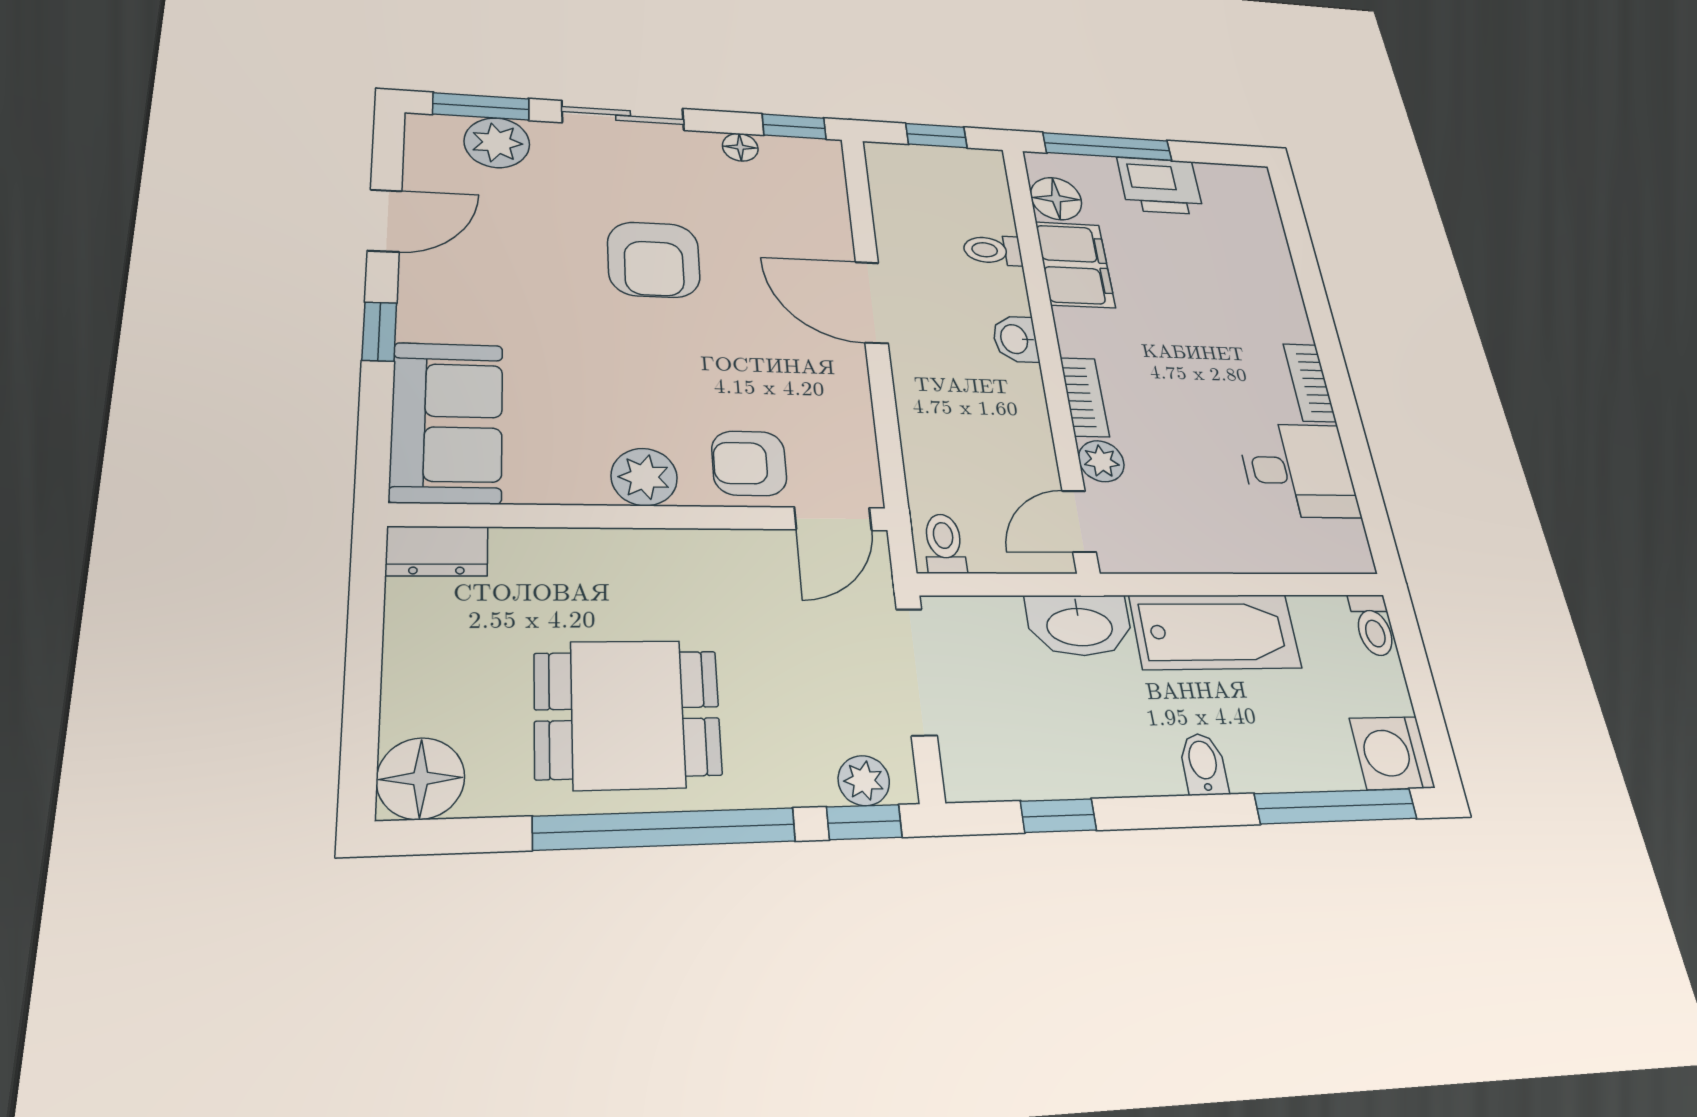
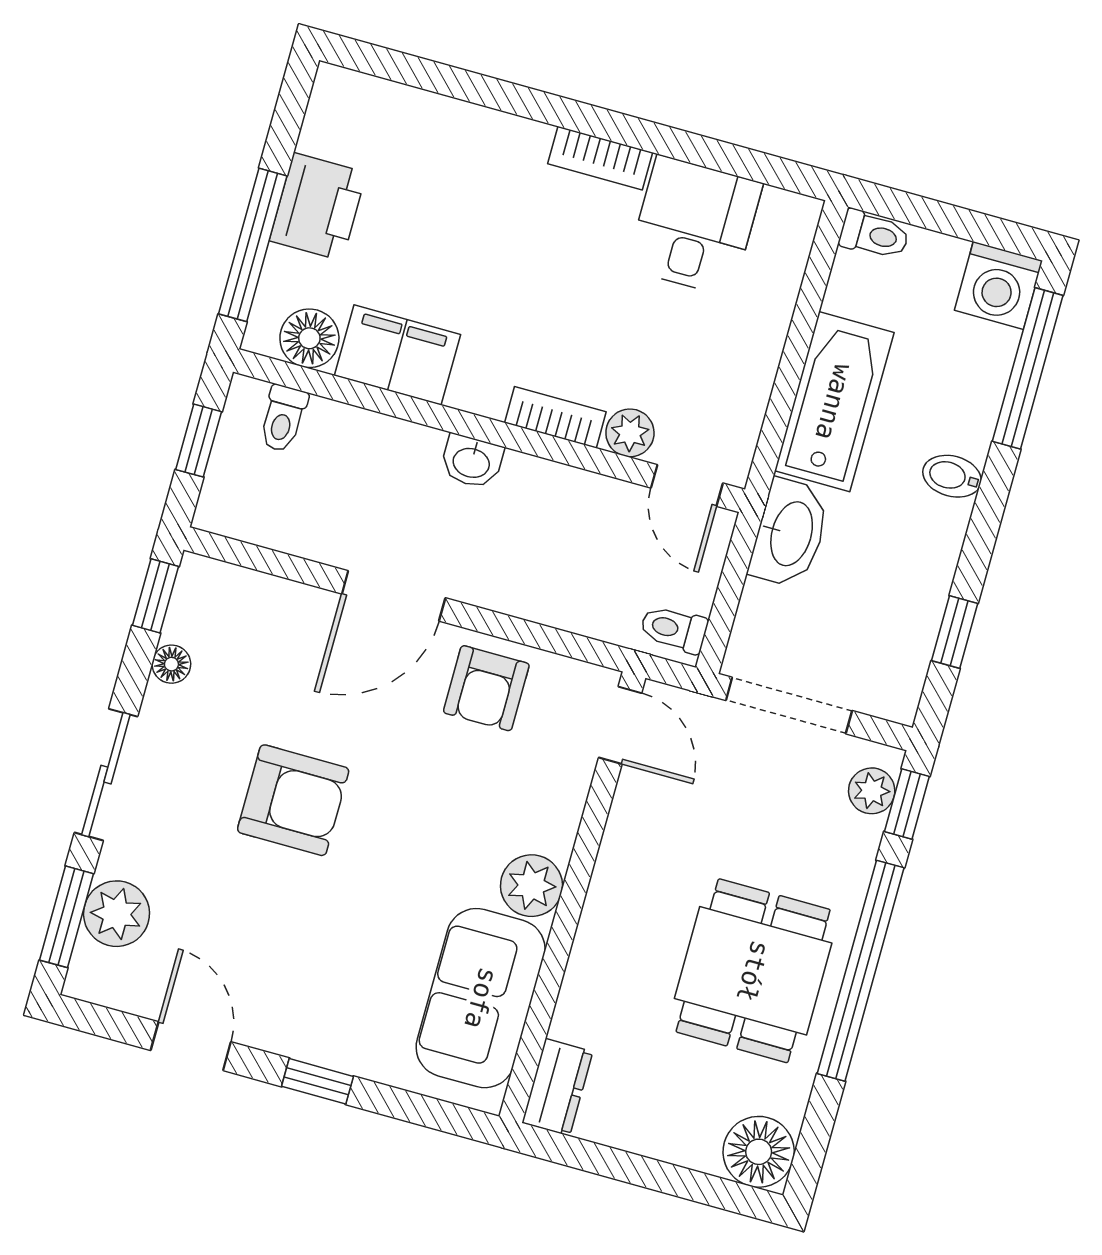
toilet: (993, 250) -> (283, 419), moved
sofa: (447, 422) -> (481, 998), moved, turned -90
armchair: (749, 463) -> (486, 688), moved

